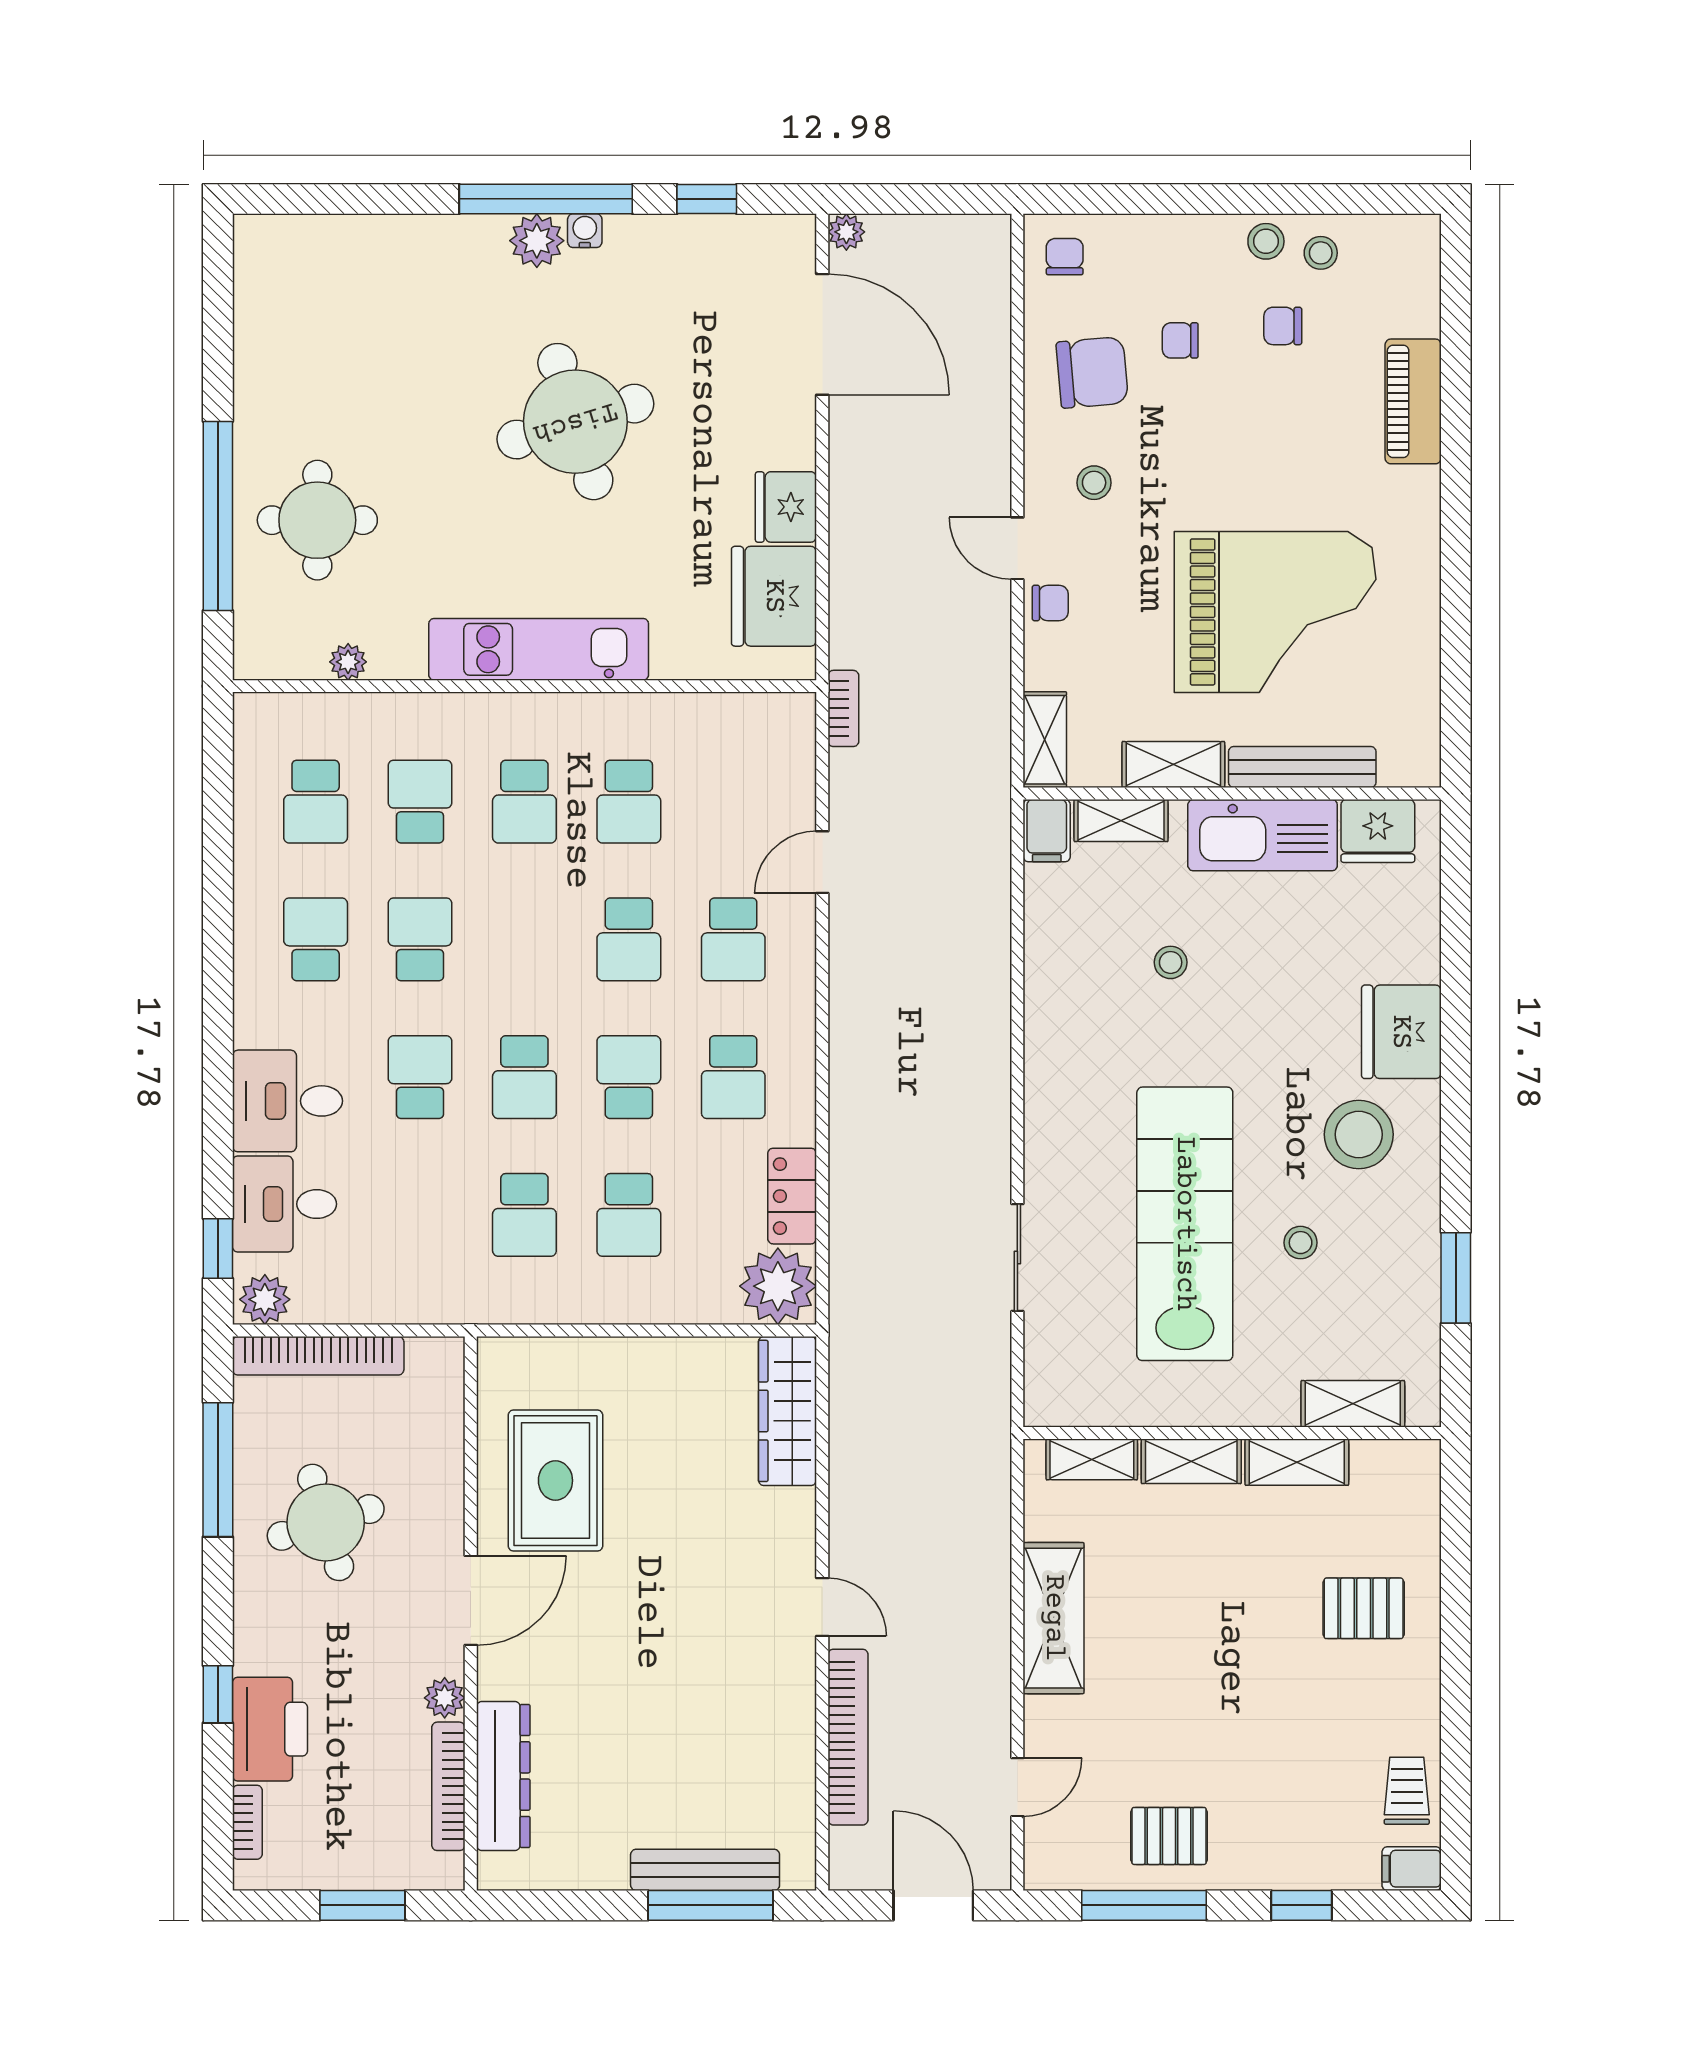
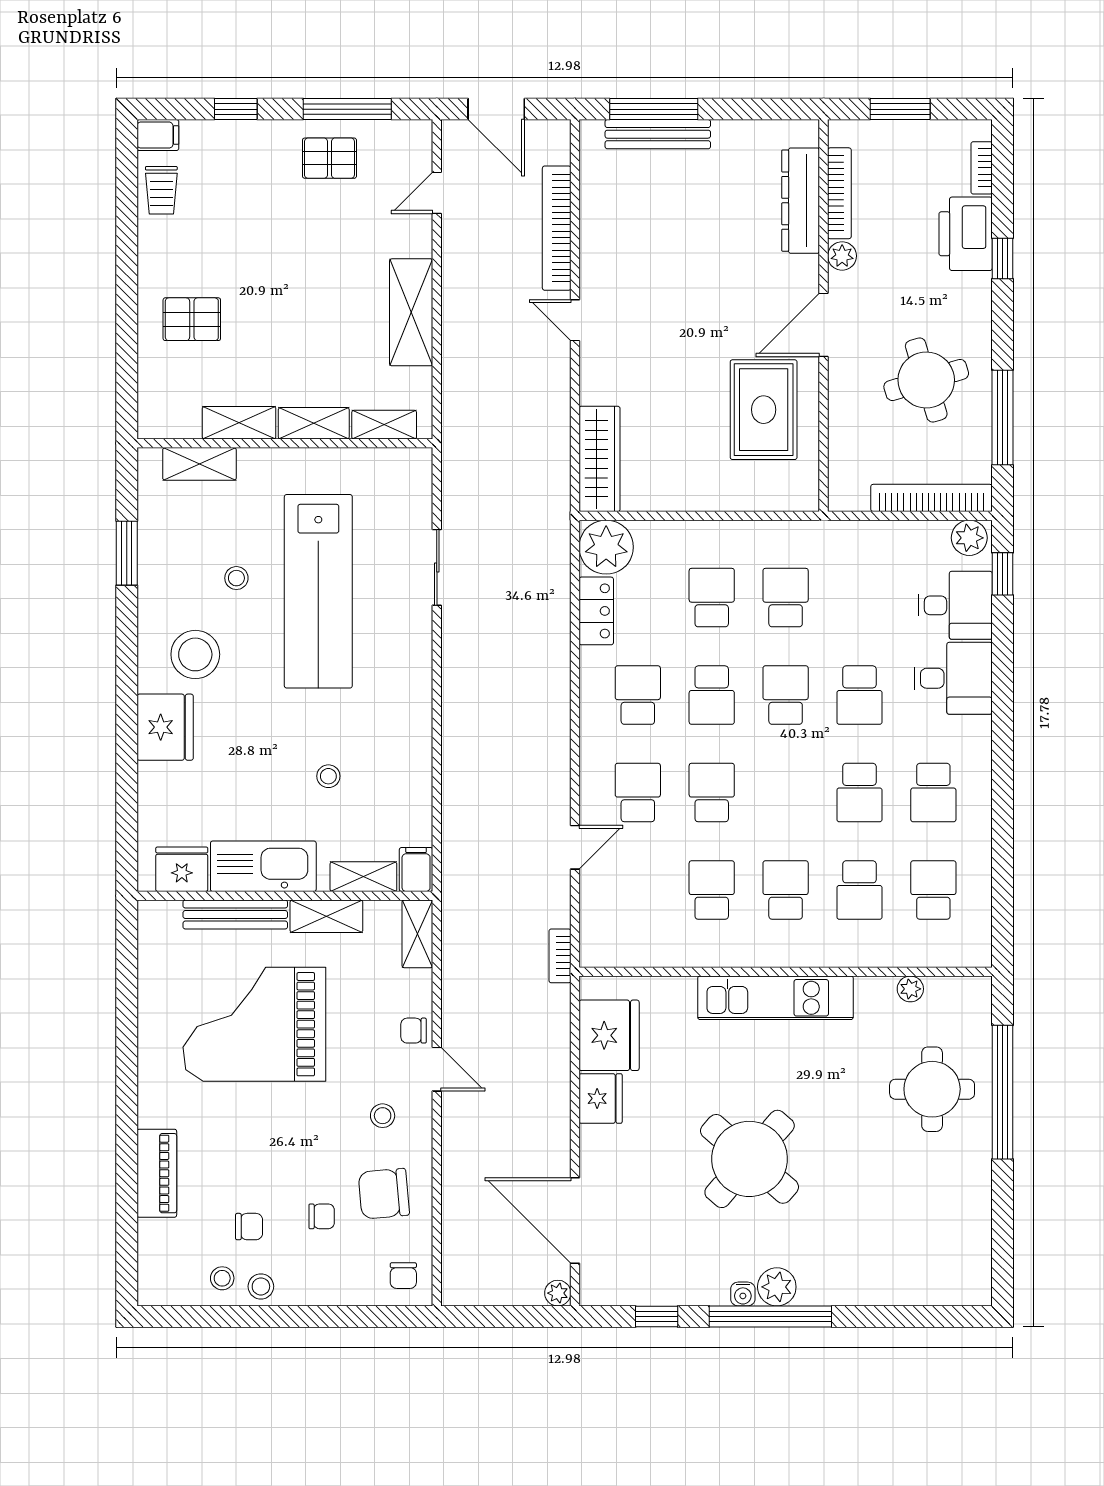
round table: (575, 422) -> (750, 1159), turned -32

